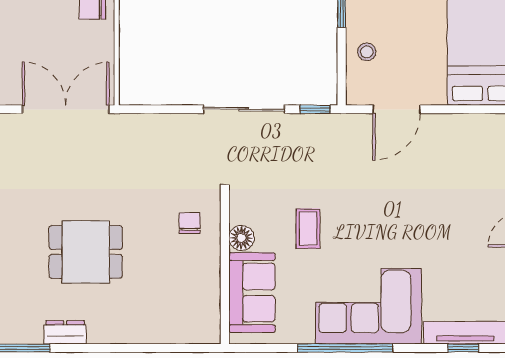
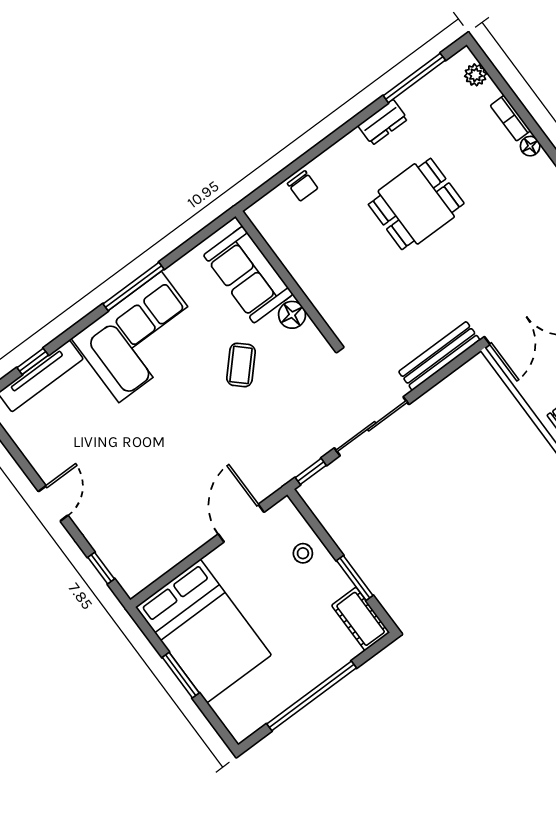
bench: (153, 124) -> (439, 356), added
chair: (190, 223) -> (303, 186), moved
coffee table: (308, 229) -> (241, 365), turned 43
window: (345, 348) -> (134, 286), width x0.68

